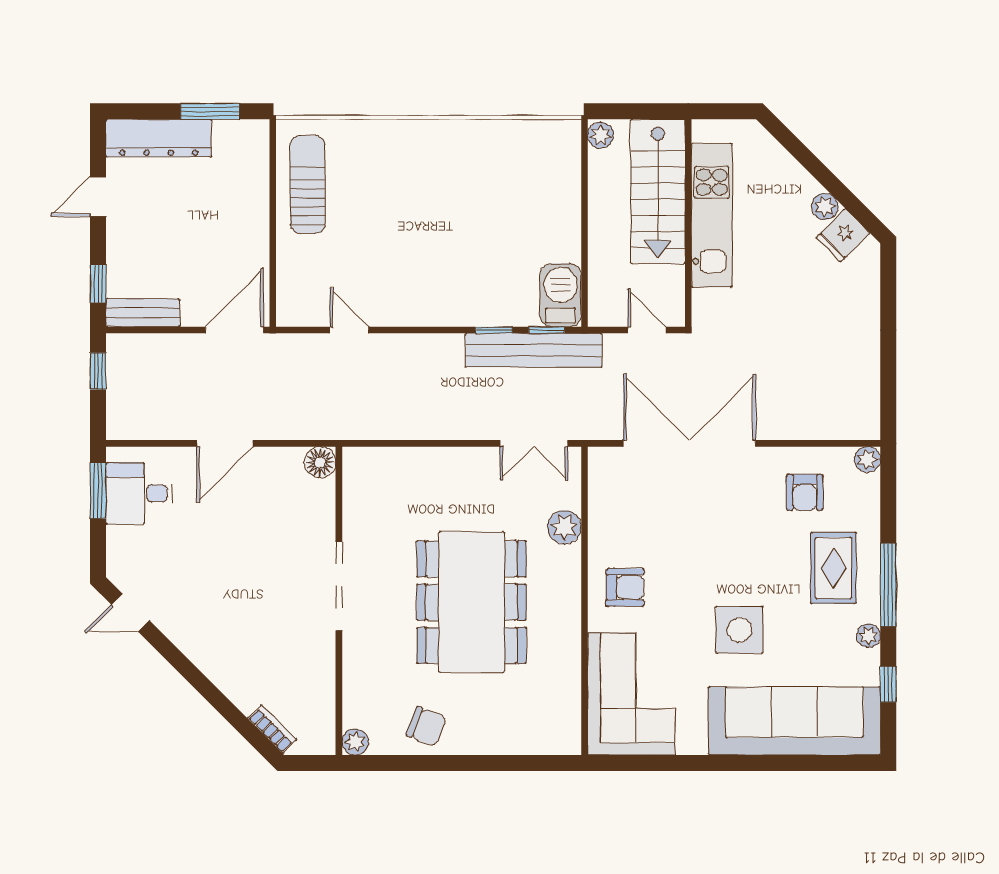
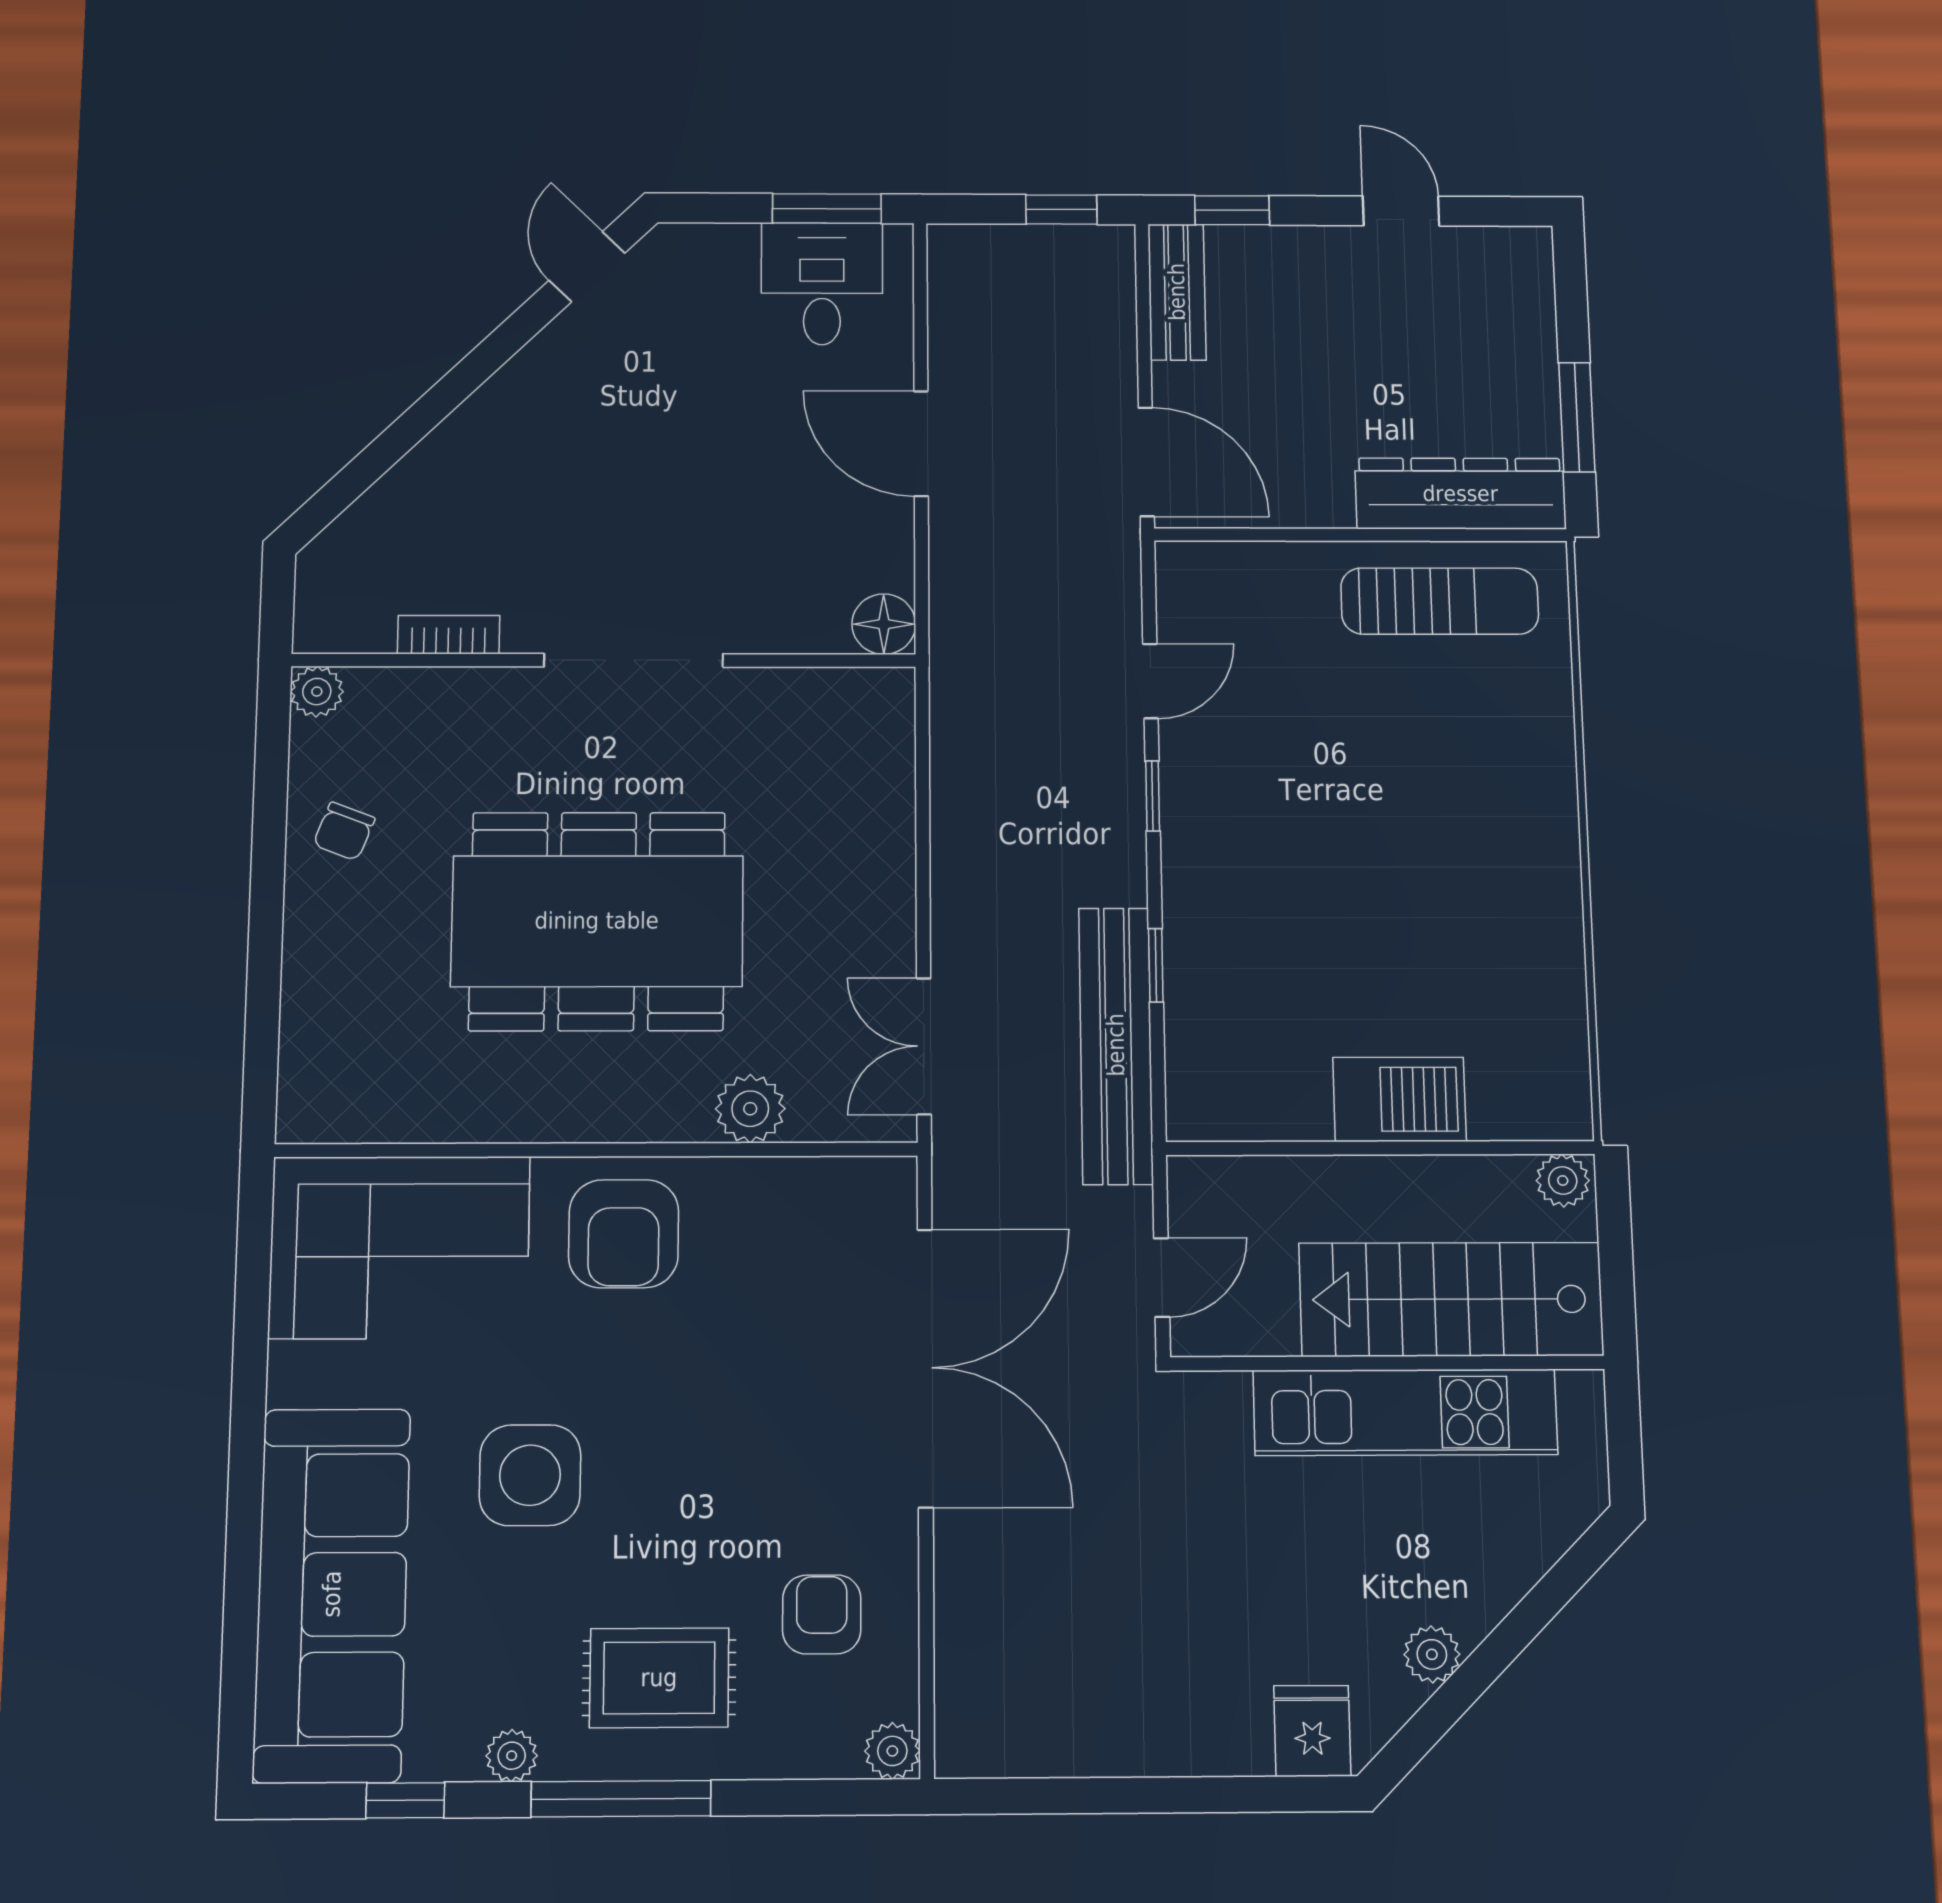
dresser: (159, 138) -> (1460, 494), moved, turned 90
fridge: (843, 235) -> (1312, 1731), moved, turned 45
barbecue: (561, 295) -> (1399, 1099), moved
window: (547, 330) -> (1153, 796), moved
armchair: (805, 492) -> (822, 1614), turned 90
armchair: (625, 587) -> (624, 1234), width x1.38, depth x1.38
chair: (426, 726) -> (344, 831), width x0.73, depth x0.73
bookcase: (272, 729) -> (449, 635), moved, turned -135

